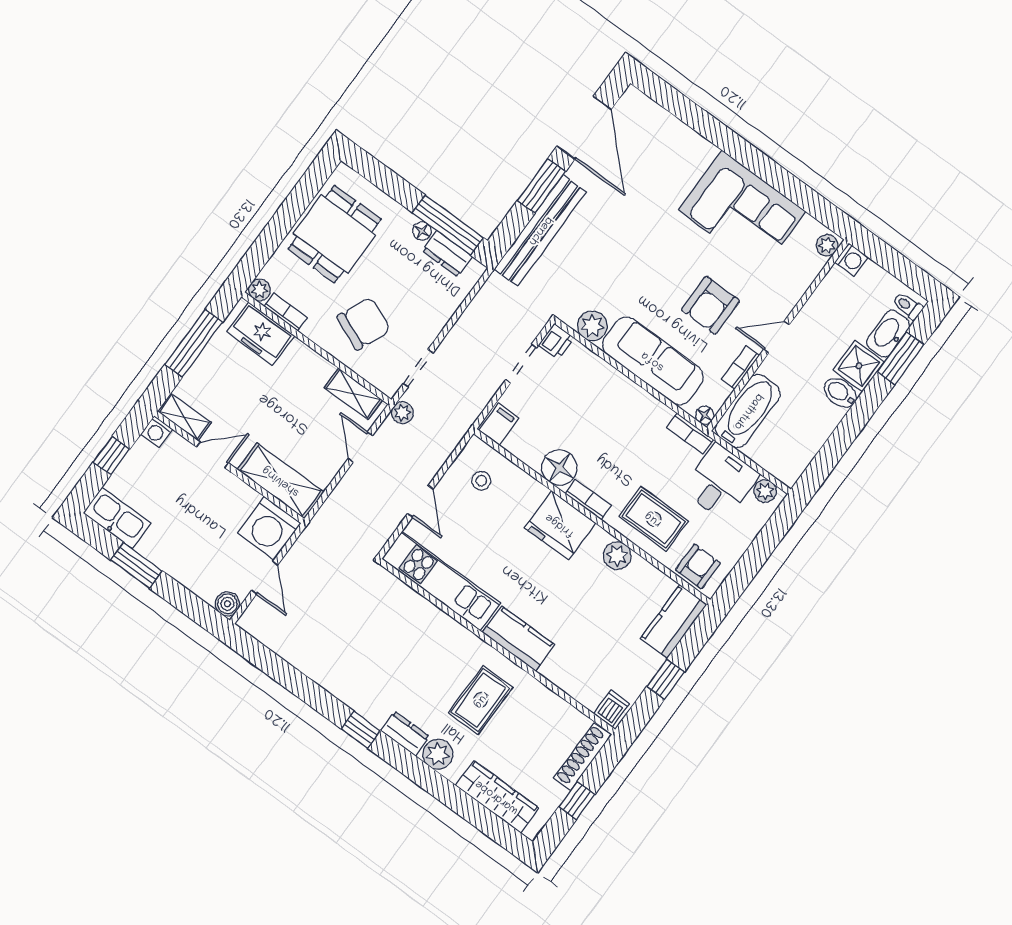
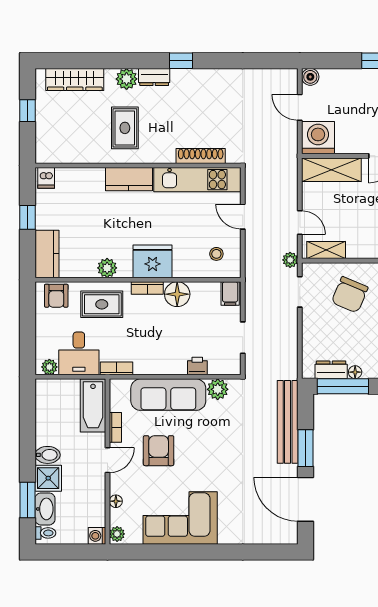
printer: (556, 341) -> (197, 366), moved, turned 90
floor lamp: (705, 415) -> (116, 501), moved
shoe rack: (582, 757) -> (201, 156), moved, turned -90

